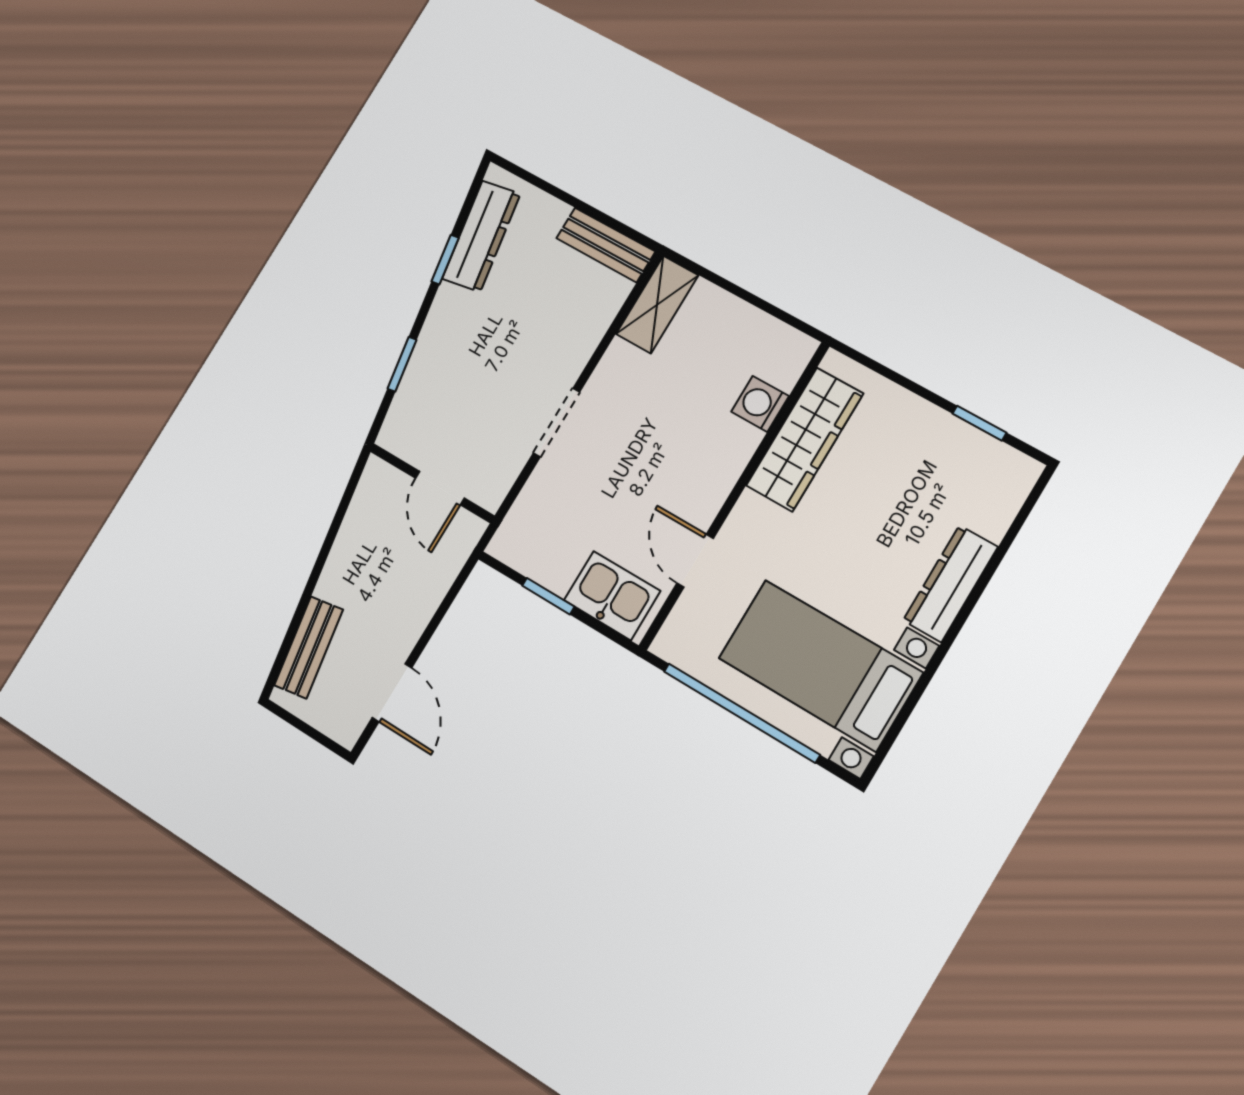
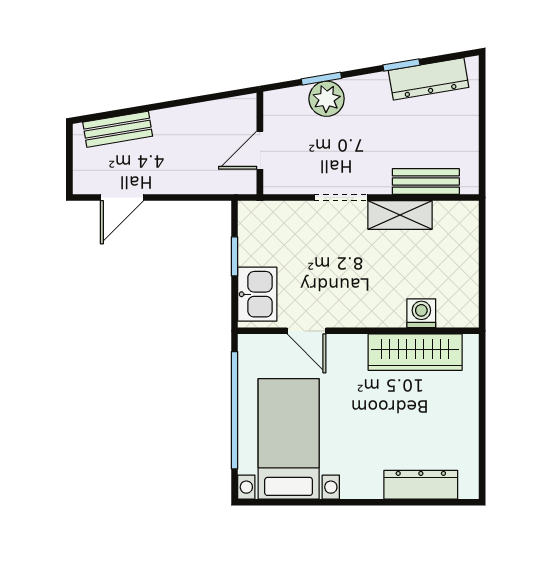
bench: (606, 245) -> (426, 181), moved, turned 90
shelving: (657, 304) -> (400, 215), moved
plant: (429, 372) -> (327, 99), added
window: (979, 423) -> (482, 447), removed
door: (695, 561) -> (306, 331), swing flipped
dresser: (950, 584) -> (421, 485), moved

